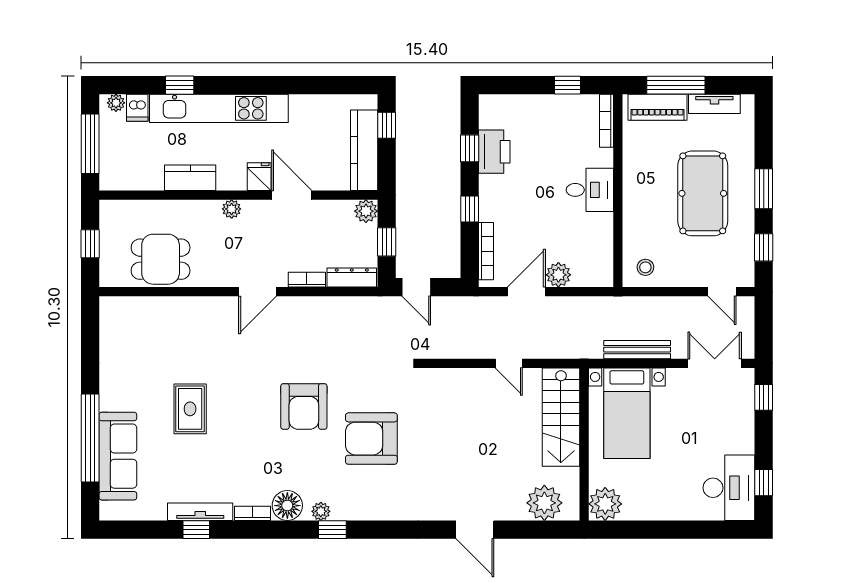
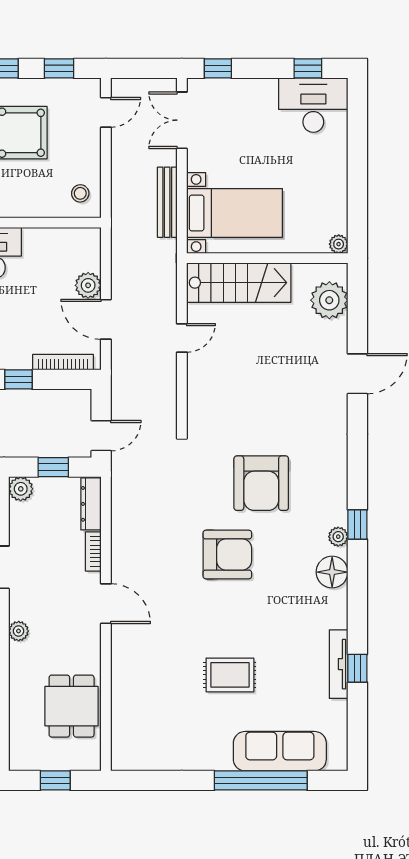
plant: (605, 504) -> (339, 244), width x0.53, depth x0.53
bookcase: (253, 513) -> (340, 609), removed

